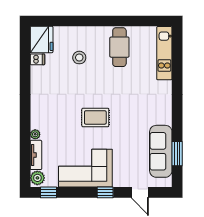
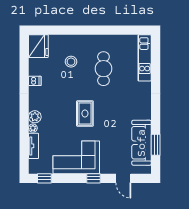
cafe table: (119, 47) -> (103, 69), moved
dishwasher: (37, 59) -> (35, 81), moved
rug: (95, 117) -> (85, 113), turned 90
plant: (37, 178) -> (35, 117), moved

